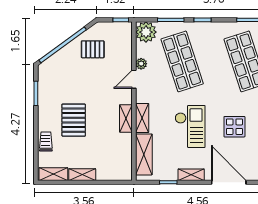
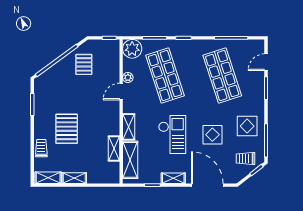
pallet: (93, 49) -> (84, 64), turned 90
shelving: (126, 118) -> (114, 149), moved

